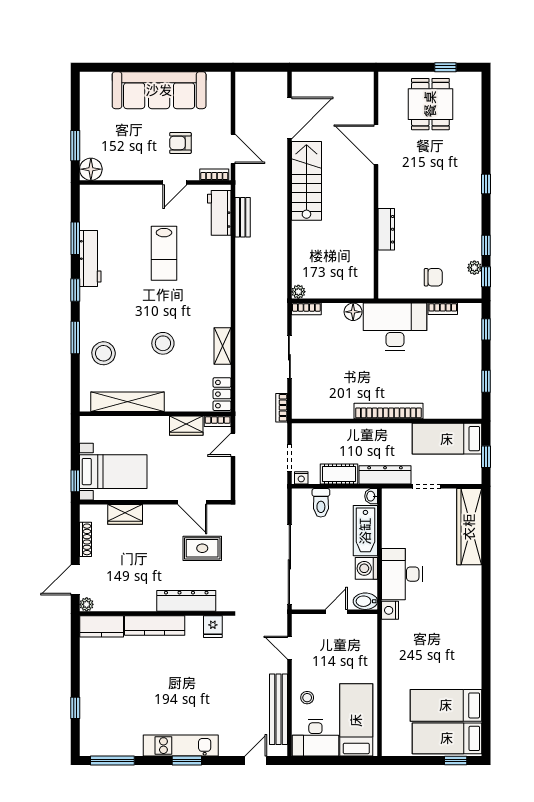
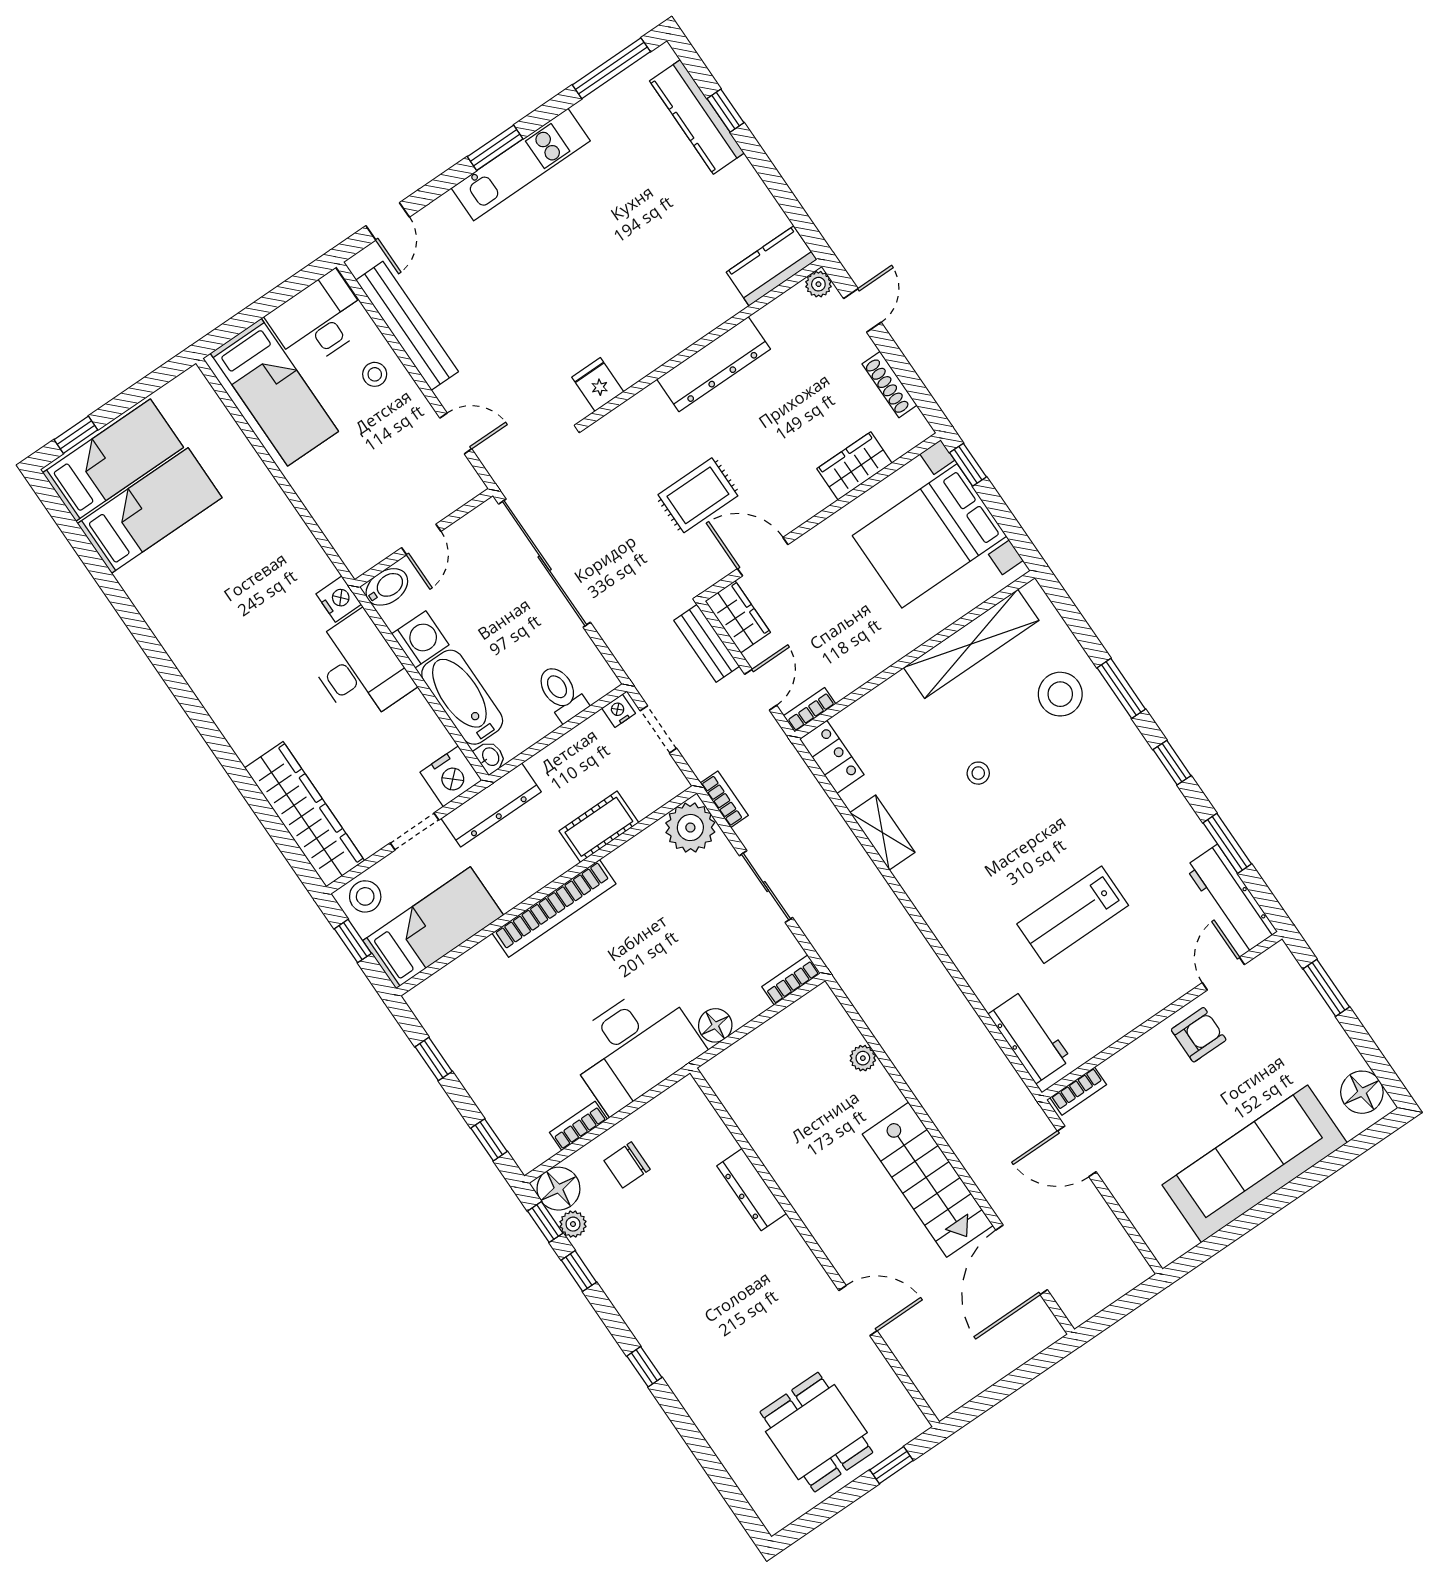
window: (445, 67) -> (892, 1465), moved
armchair: (180, 143) -> (1199, 1035), moved
door: (376, 145) -> (858, 1311), width x0.73
floor lamp: (91, 169) -> (1362, 1092), moved
door: (175, 183) -> (1223, 974), moved
bench: (243, 217) -> (707, 643), moved
lab bench: (164, 253) -> (1073, 915), turned -90
workbench: (90, 258) -> (1231, 899), moved
floor lamp: (470, 287) -> (558, 1189), added
plant: (298, 292) -> (863, 1058), moved
stool: (163, 343) -> (978, 773), width x0.53, depth x0.53
plant: (305, 406) -> (690, 828), added
wardrobe: (186, 426) -> (738, 617), moved, turned 90
bed with nightstands: (113, 472) -> (930, 536), width x1.36
stool: (467, 473) -> (365, 896), added
cot: (339, 474) -> (599, 827), moved
nightstand: (394, 499) -> (451, 776), added
door: (75, 580) -> (862, 310), width x0.73
dresser: (186, 601) -> (714, 364), moved
kitchen counter: (155, 626) -> (697, 117), moved, turned -90

